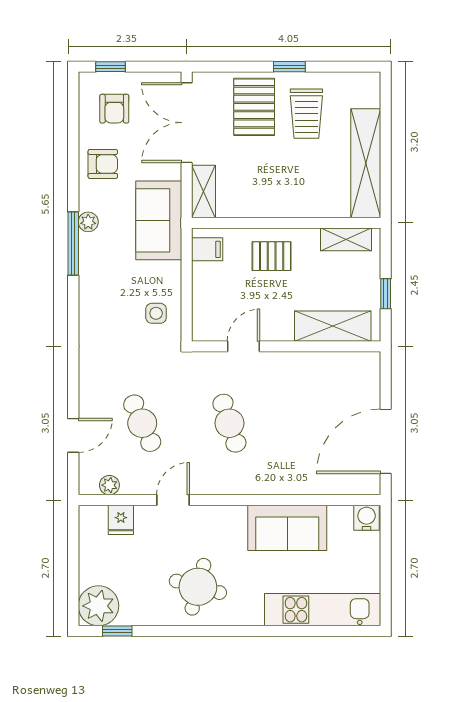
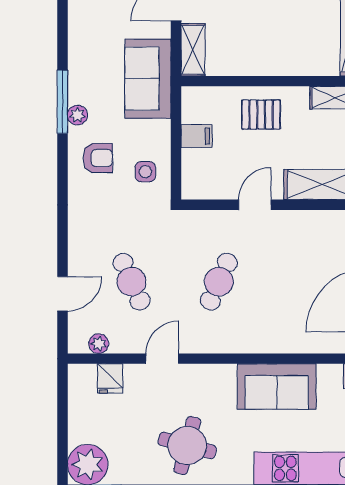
armchair: (103, 164) -> (98, 158), moved
plant: (88, 222) -> (77, 115), moved
filing cabinet: (207, 249) -> (197, 136), moved
door: (244, 346) -> (255, 205), moved
cafe table: (229, 423) -> (219, 282), turned 42

